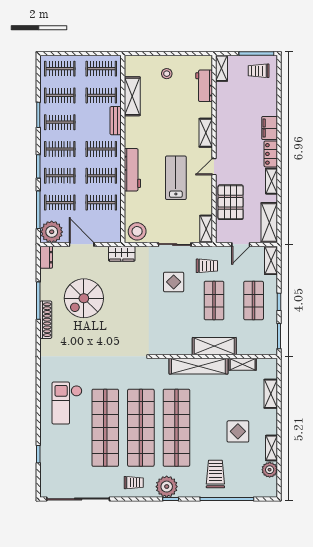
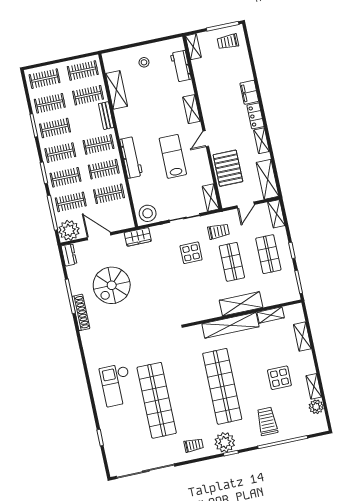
shop shelf: (141, 428) -> (189, 393), removed

